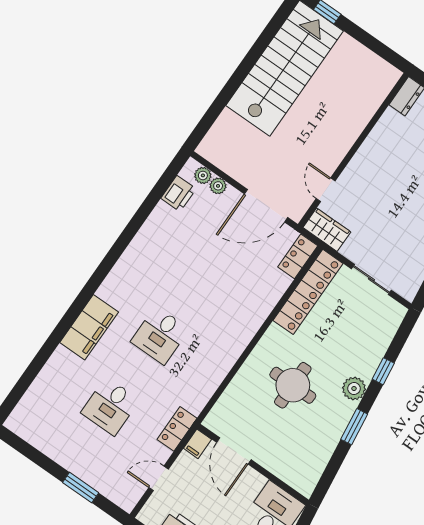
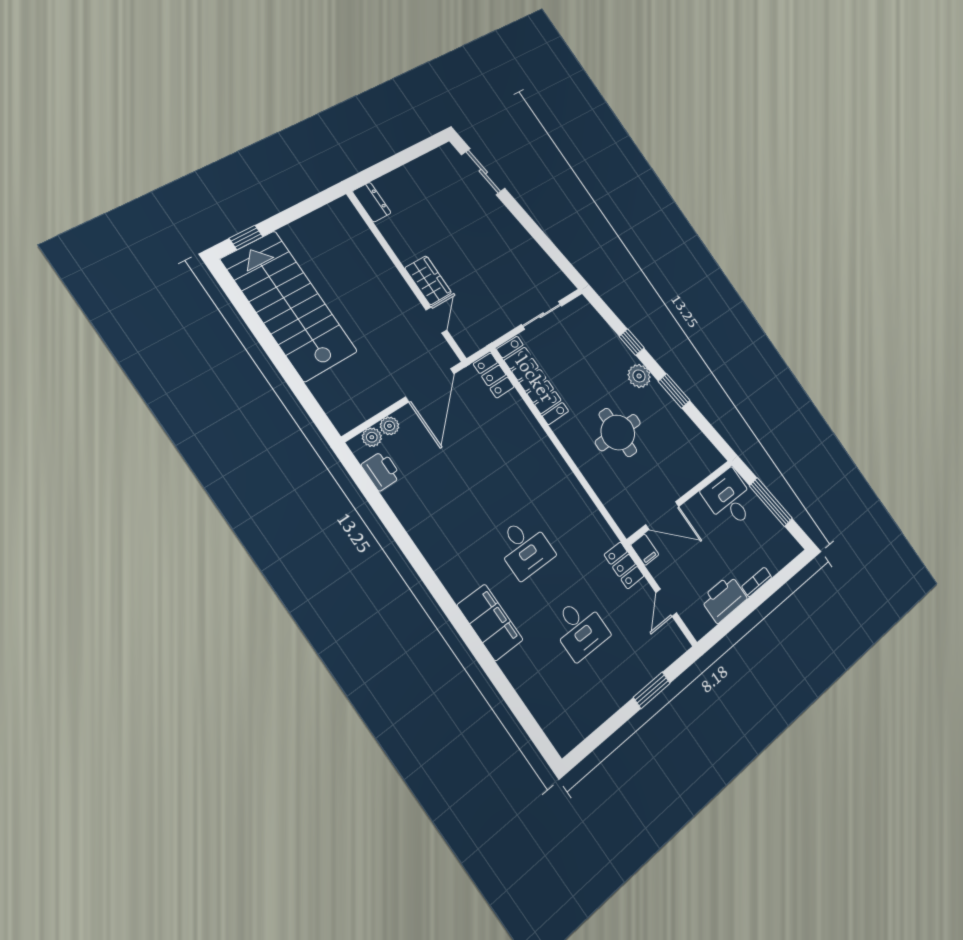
door: (326, 190) -> (436, 320), swing flipped
wardrobe: (327, 230) -> (428, 280), moved, turned 90

